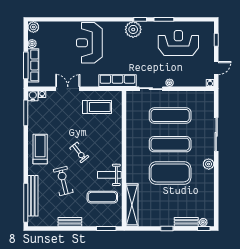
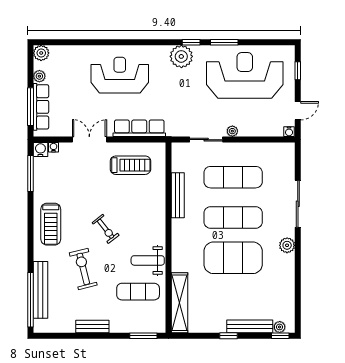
reception desk: (89, 43) -> (120, 75), turned 90
reception desk: (178, 43) -> (245, 75), width x1.36, depth x1.30
row of seats: (117, 81) -> (139, 128), moved
bench: (131, 128) -> (178, 195), added
treadmill: (40, 149) -> (51, 224), turned 180
bench: (186, 222) -> (250, 326), width x1.36

